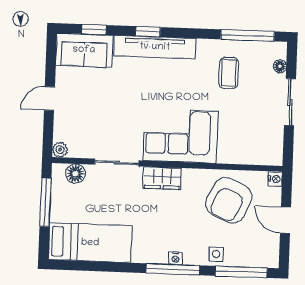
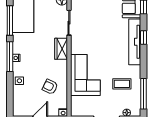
corner sofa: (181, 136) -> (85, 75), moved
armchair: (229, 200) -> (50, 87), width x0.53, depth x0.53
window: (241, 272) -> (10, 21), moved

